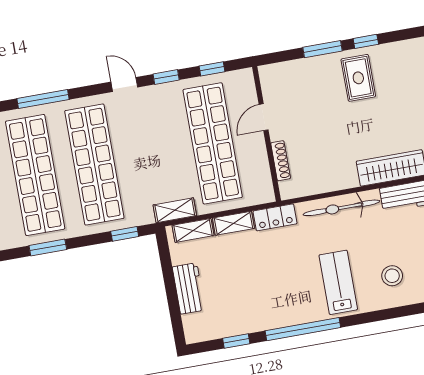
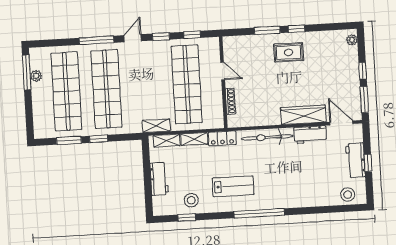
rug: (358, 78) -> (289, 52), turned 90
door: (124, 84) -> (133, 38), hinge flipped
window: (43, 99) -> (96, 40), moved
door: (264, 117) -> (223, 71), swing flipped
window: (125, 234) -> (99, 139), moved
stool: (392, 276) -> (191, 200), moved
lab bench: (338, 282) -> (233, 186), moved, turned 90
window: (303, 329) -> (259, 213), moved

